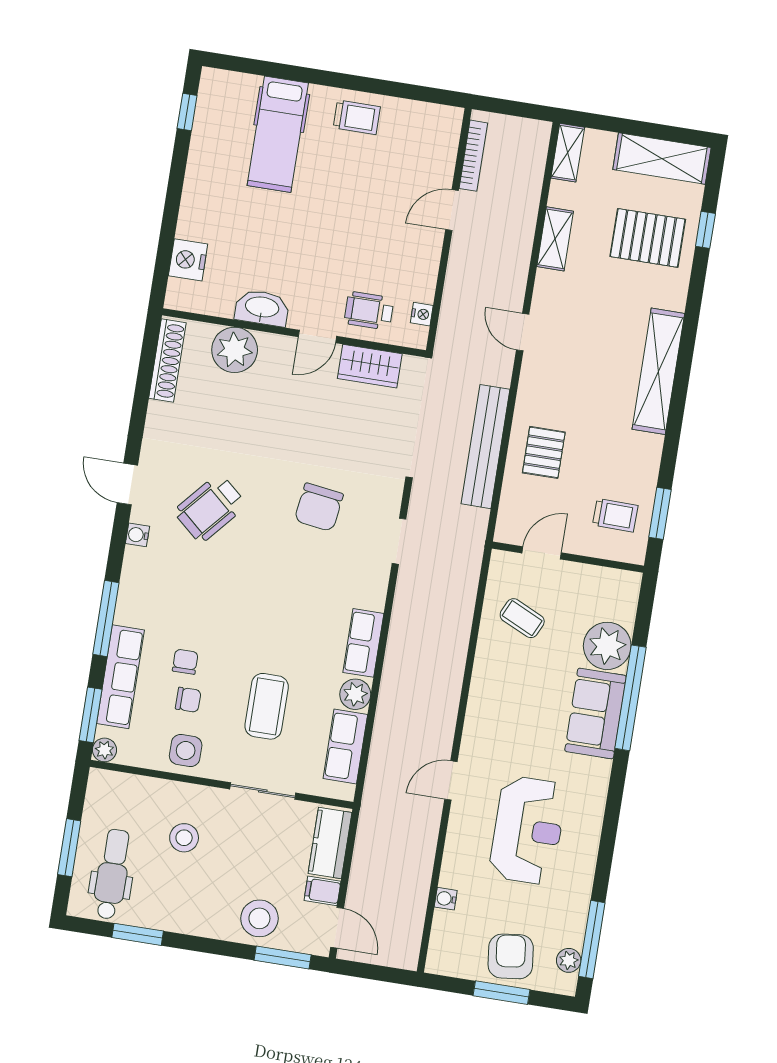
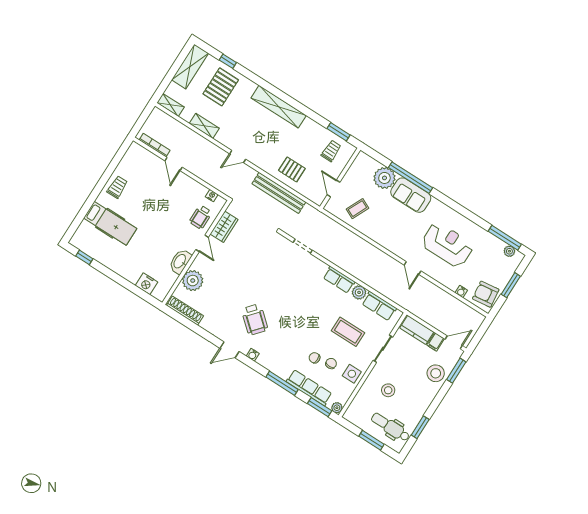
chair: (319, 507) -> (274, 274), removed
armchair: (511, 956) -> (486, 294), moved

